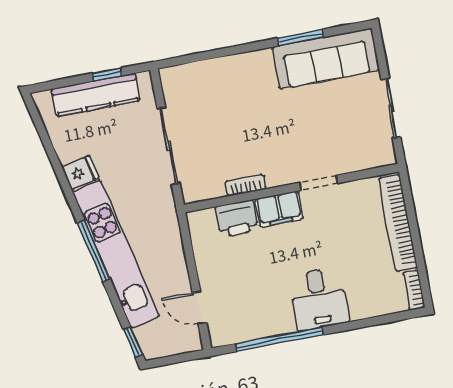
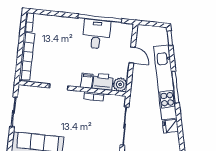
filing cabinet: (279, 209) -> (87, 81), width x0.50
plant: (202, 223) -> (120, 85), added
desk: (319, 299) -> (96, 34), moved
door: (199, 308) -> (132, 55), moved

